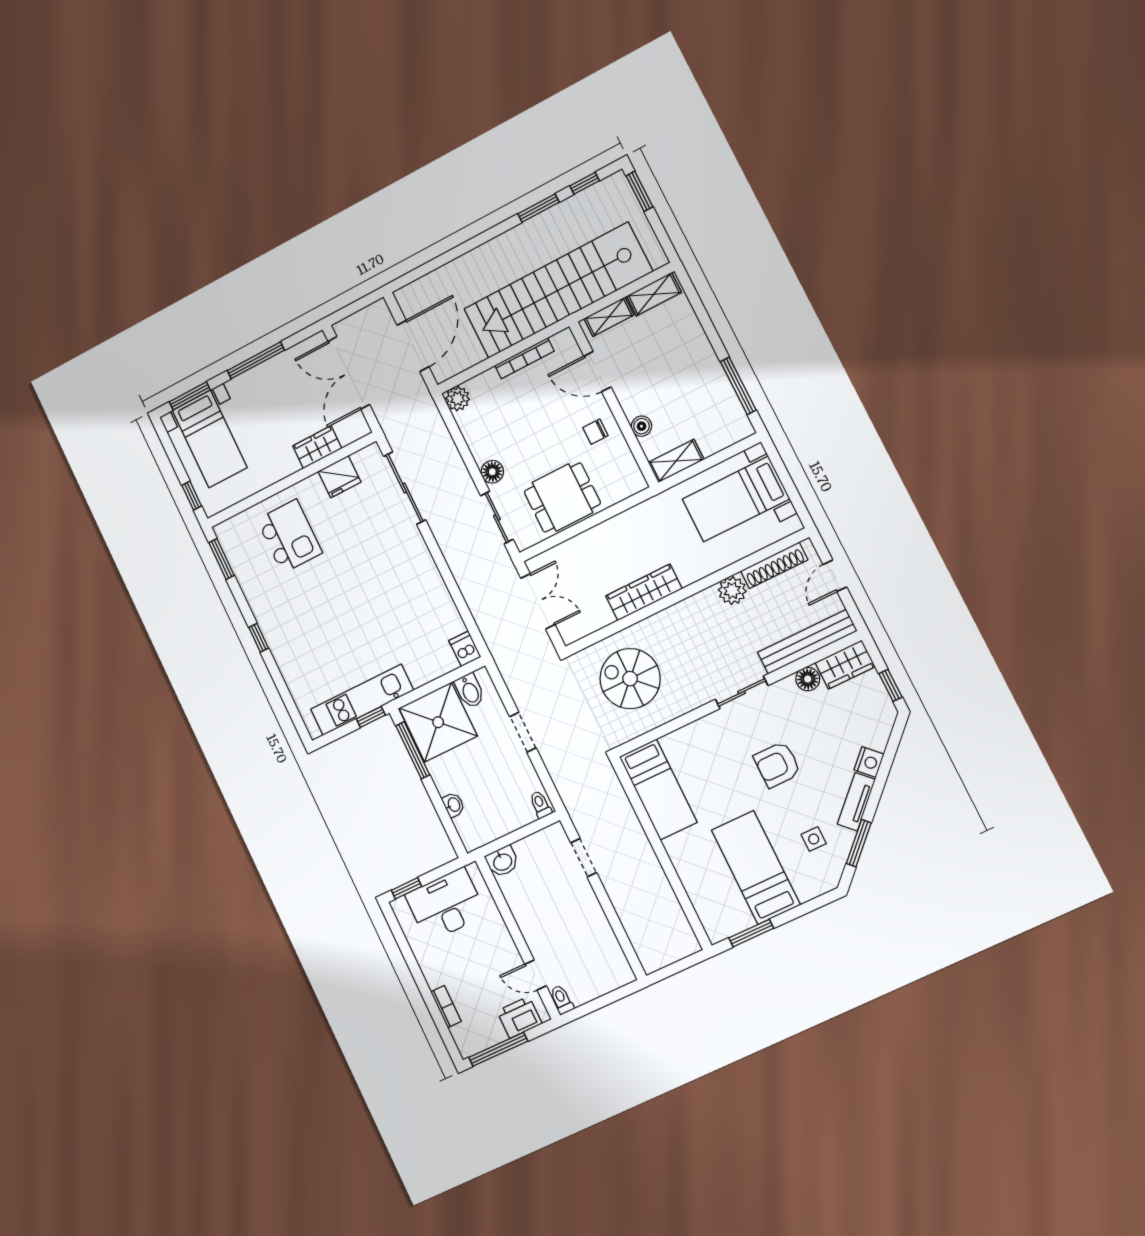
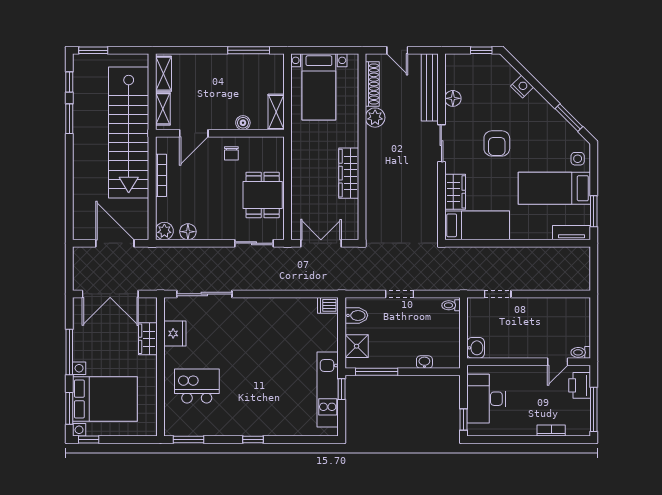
bed with nightstands: (210, 439) -> (105, 399), width x1.36
floor lamp: (492, 472) -> (188, 232), moved
window: (192, 496) -> (89, 439), moved
wardrobe: (845, 665) -> (455, 192), moved
spiral stairs: (630, 679) -> (399, 209), removed
shower: (438, 722) -> (357, 346), width x0.54, depth x0.54
tv unit: (856, 802) -> (572, 233), moved, turned 135
side table: (814, 839) -> (578, 159), moved

